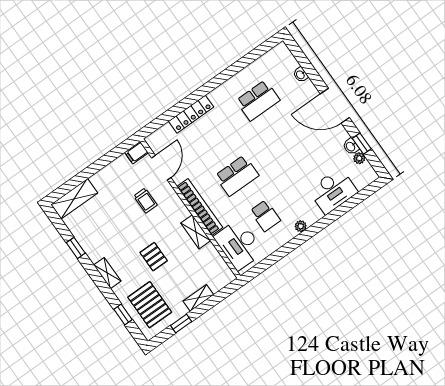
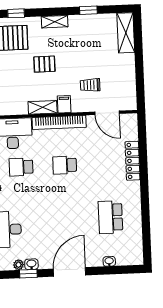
filing cabinet: (137, 153) -> (64, 104), moved
school desk: (237, 176) -> (65, 165), width x0.54

